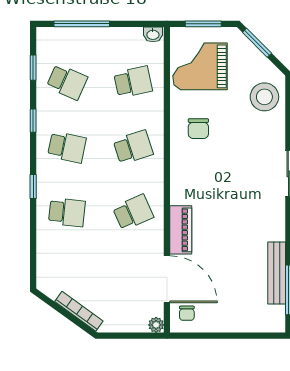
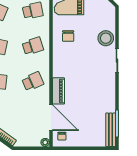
stool: (264, 97) -> (106, 38), moved
bench: (277, 273) -> (111, 130), moved

